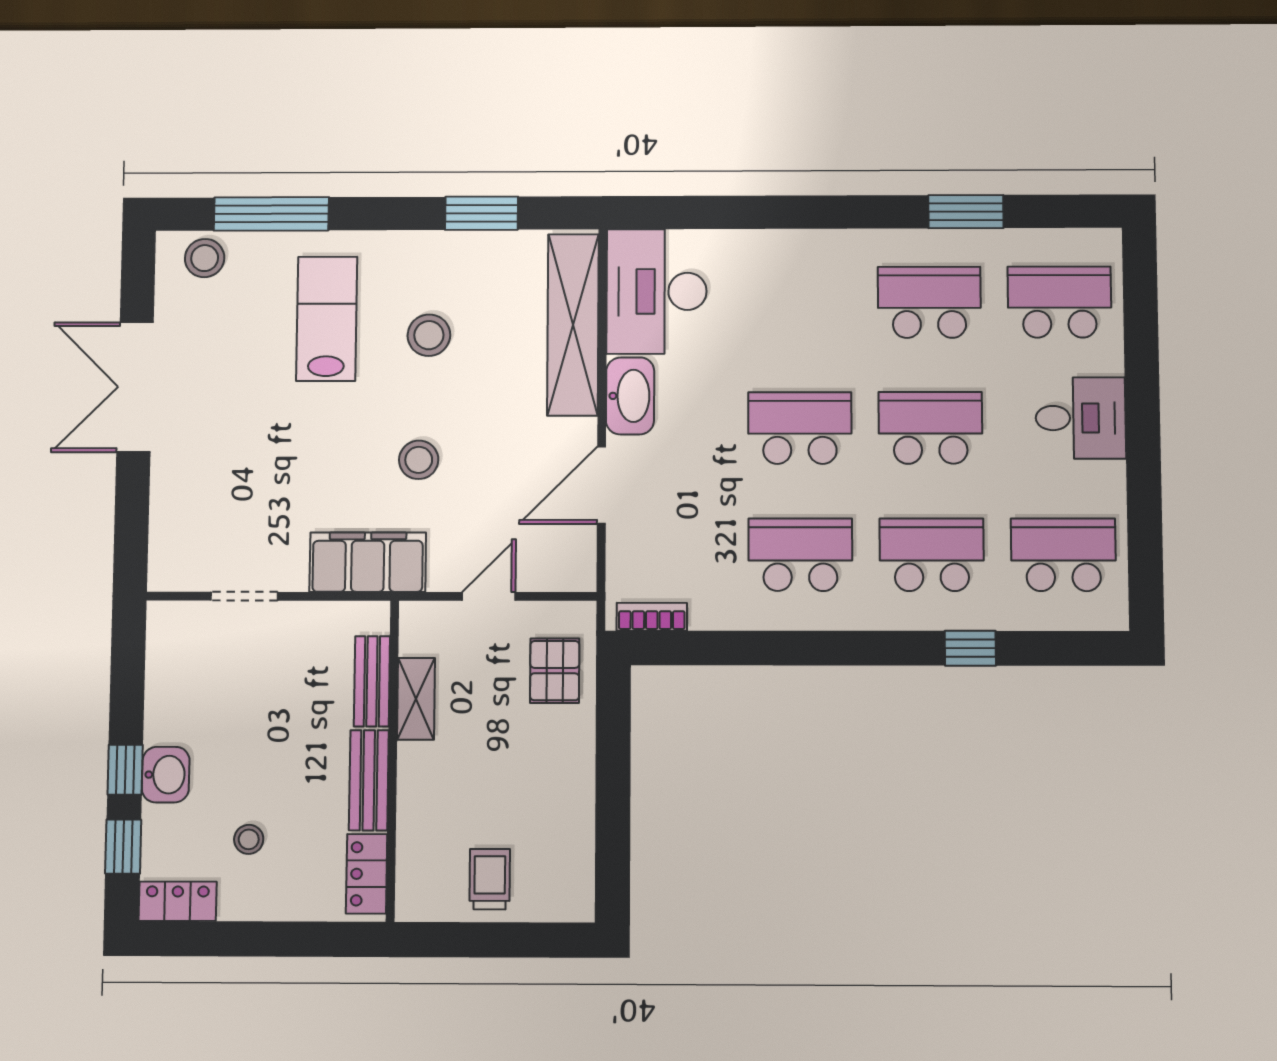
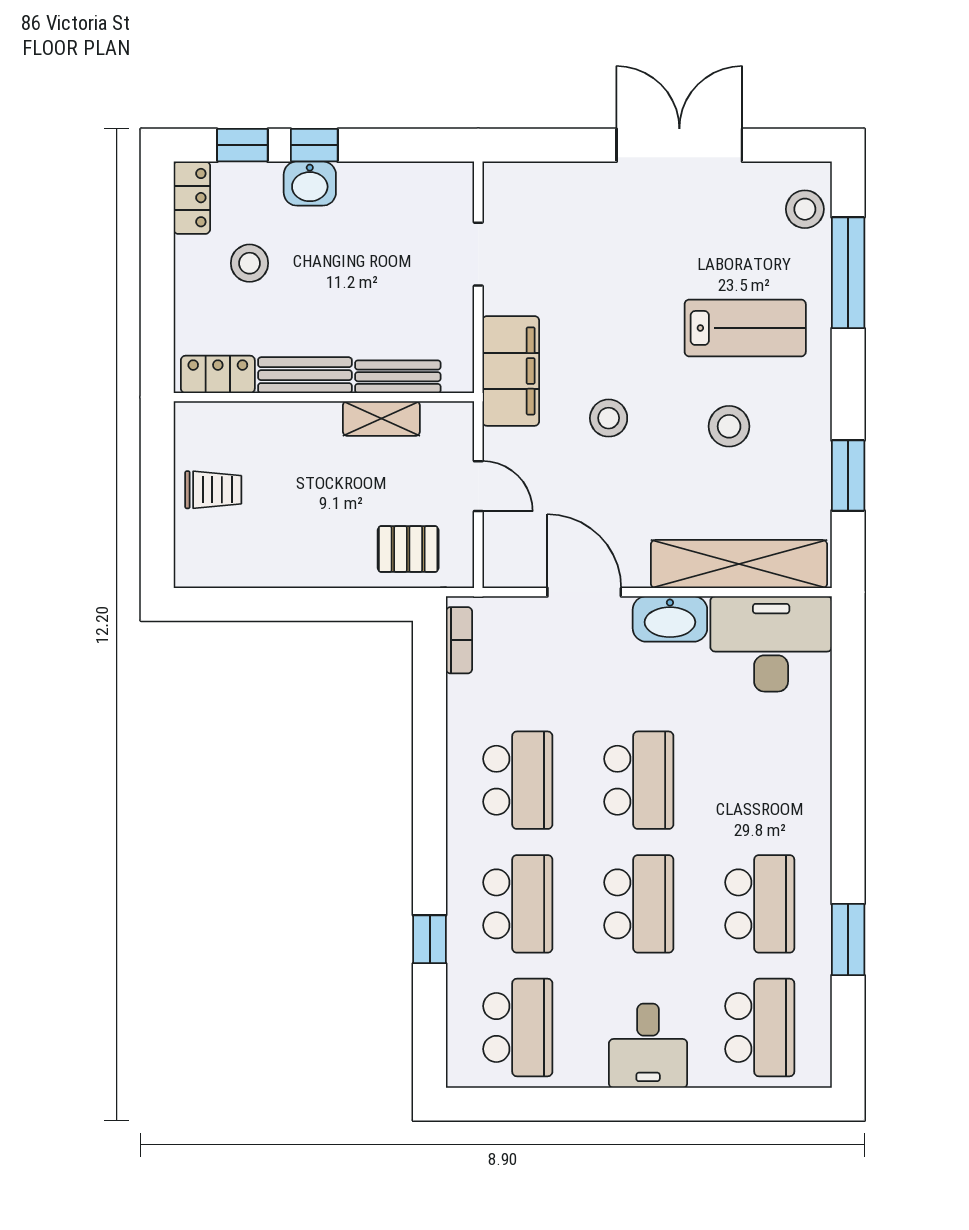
stool: (249, 839) -> (250, 263), width x1.37, depth x1.37

